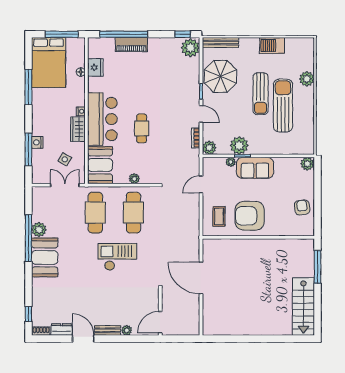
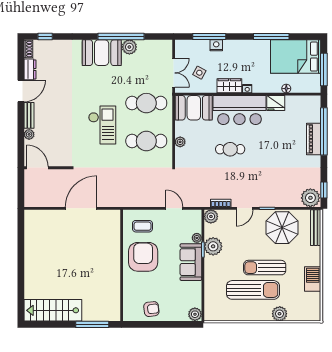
fridge: (95, 67) -> (276, 103), moved

